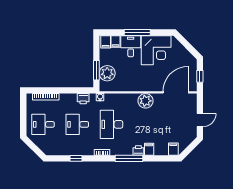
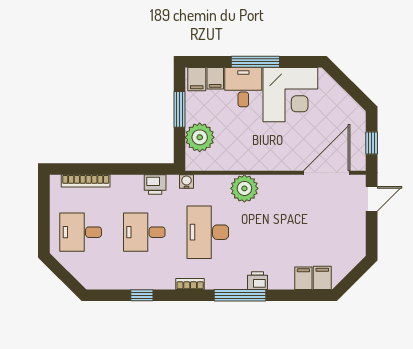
window: (96, 70) -> (180, 109), moved
plant: (145, 101) -> (244, 188), moved
door: (200, 120) -> (372, 199), moved
filing cabinet: (149, 149) -> (303, 278), moved

